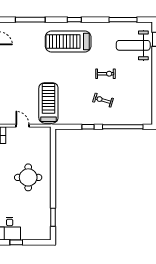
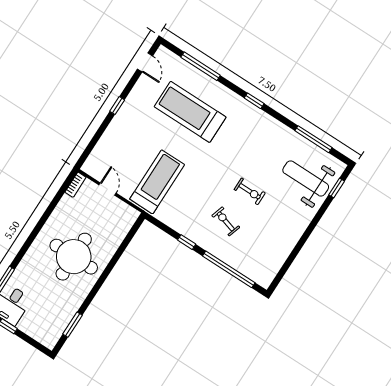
treadmill: (68, 42) -> (190, 112), moved
round table: (28, 177) -> (74, 257), width x1.36, depth x1.36

